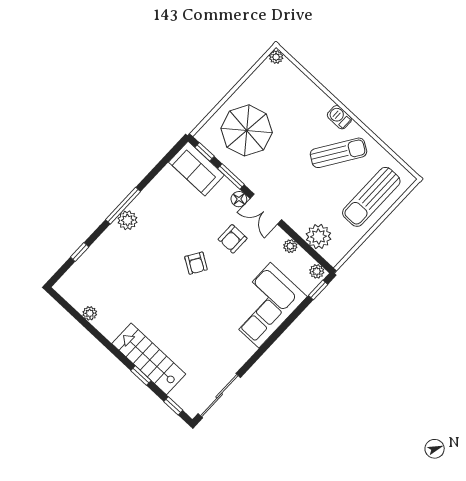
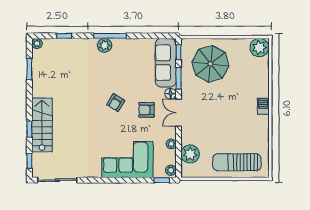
plant: (276, 57) -> (259, 48), width x1.88, depth x1.88
sun lounger: (338, 153) -> (244, 123), removed
sofa: (196, 169) -> (166, 63), width x1.36
plant: (90, 313) -> (37, 43), moved
window: (80, 319) -> (29, 69), added

